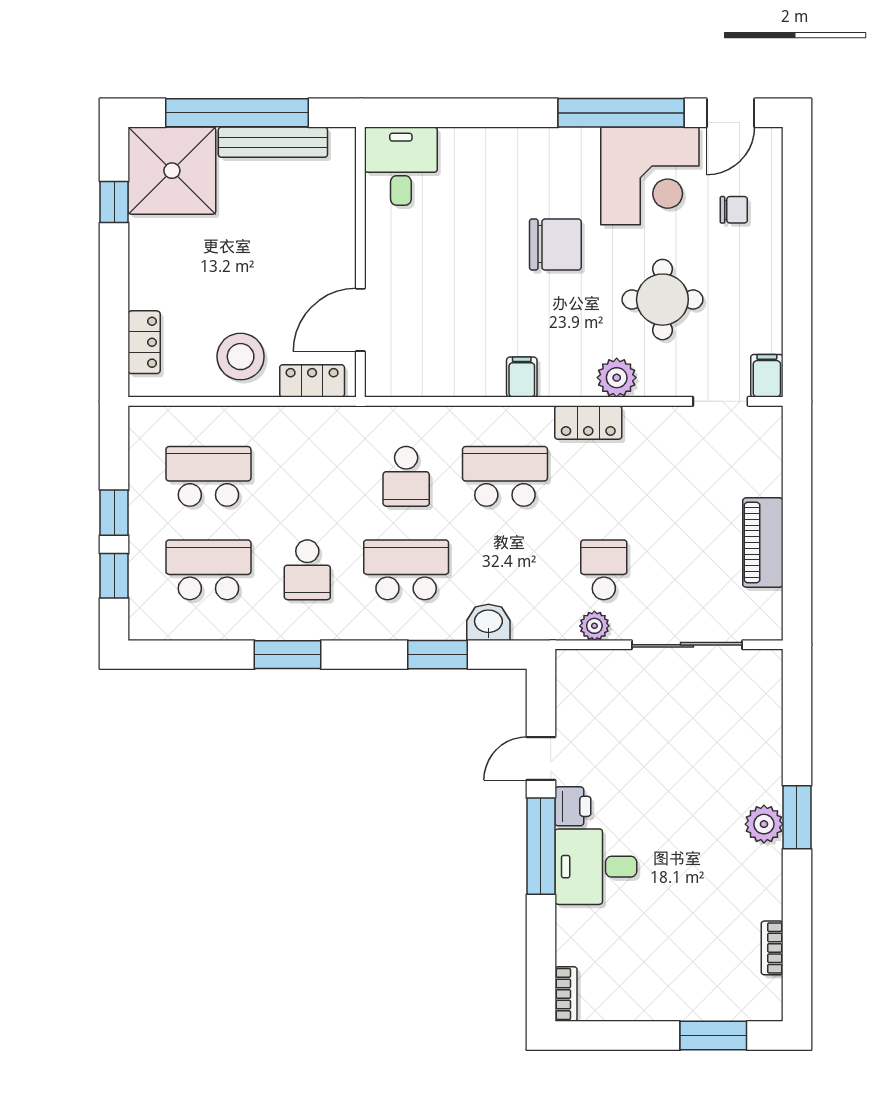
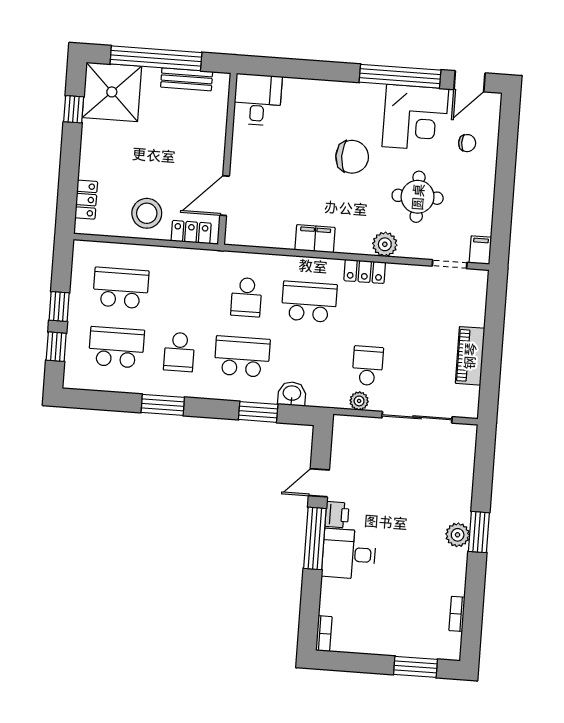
bench: (273, 142) -> (187, 79), width x0.73
filing cabinet: (522, 377) -> (315, 239), width x2.00

